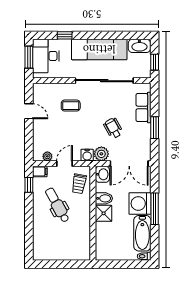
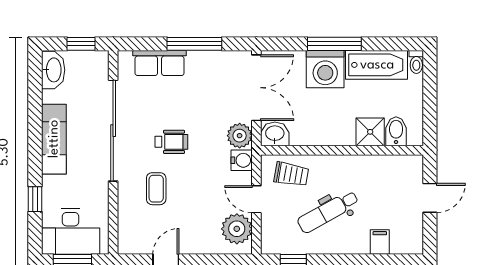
exam couch: (99, 49) -> (54, 139), width x0.73, depth x0.69
wheelchair: (113, 128) -> (171, 142), moved, turned -151
window: (155, 128) -> (194, 44), width x1.44
plant: (47, 156) -> (237, 229), width x1.88, depth x1.88
filing cabinet: (40, 171) -> (380, 242), moved
bidet: (104, 198) -> (396, 131), moved
shower: (104, 213) -> (370, 132), moved
door: (65, 264) -> (430, 198), added

